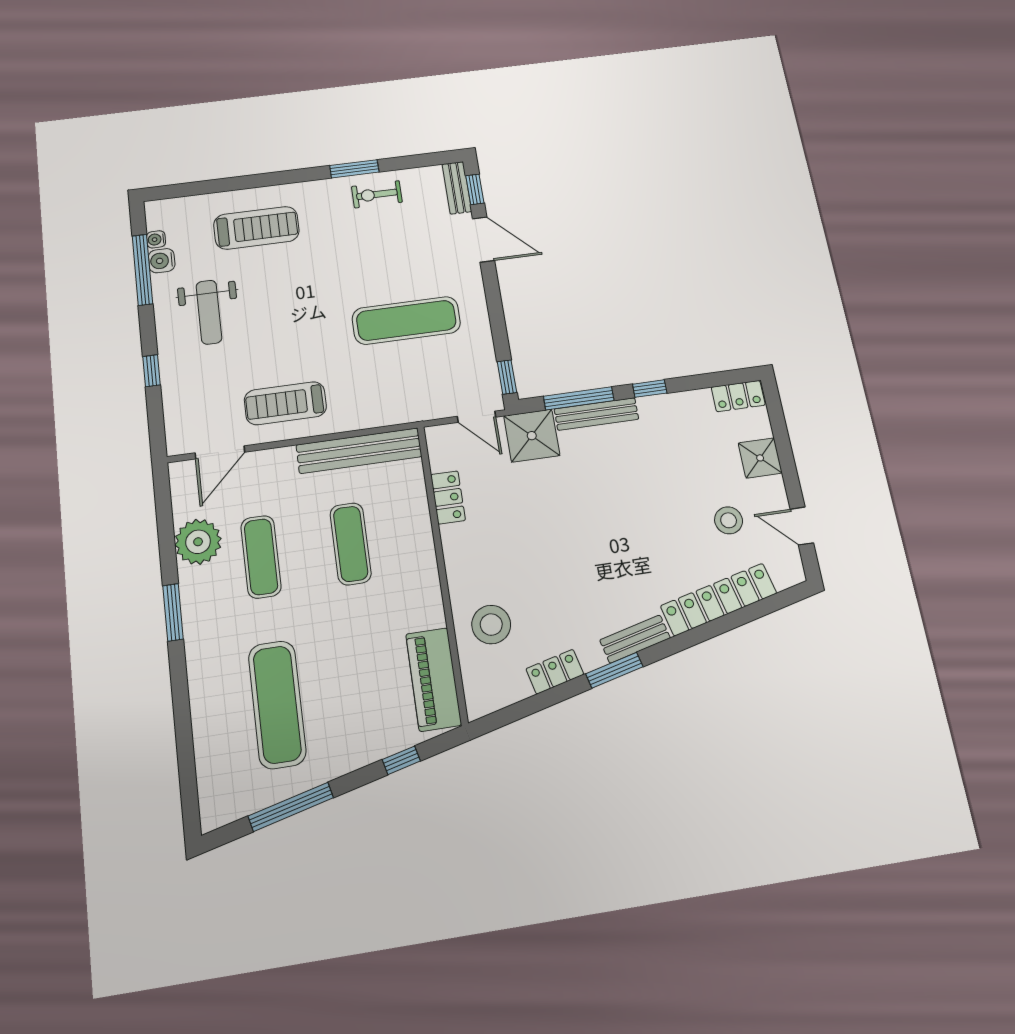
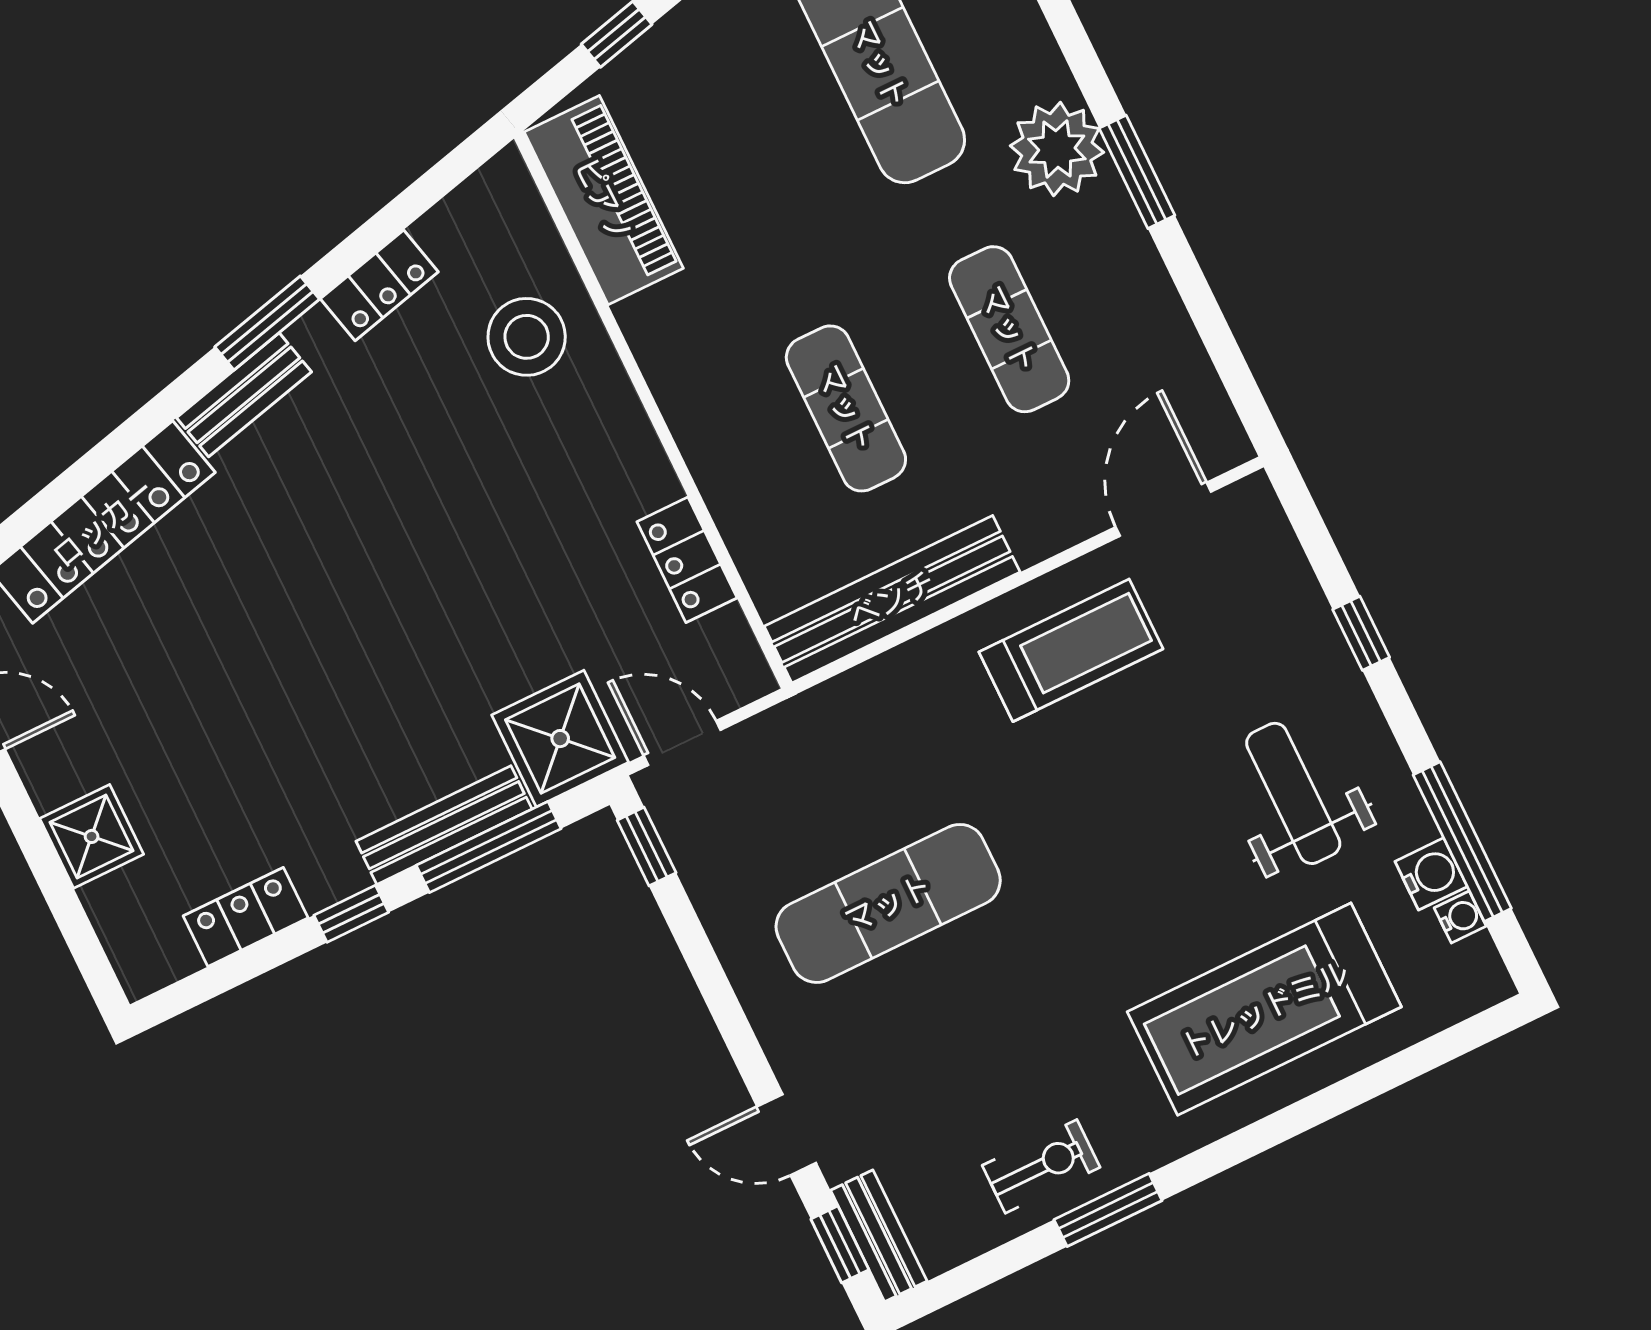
treadmill: (256, 228) -> (1264, 1009), width x1.37, depth x1.38
door: (483, 240) -> (787, 1135), width x0.73
locker: (738, 396) -> (246, 917), moved
stool: (729, 520) -> (123, 687), removed
plant: (198, 542) -> (1057, 149), moved

